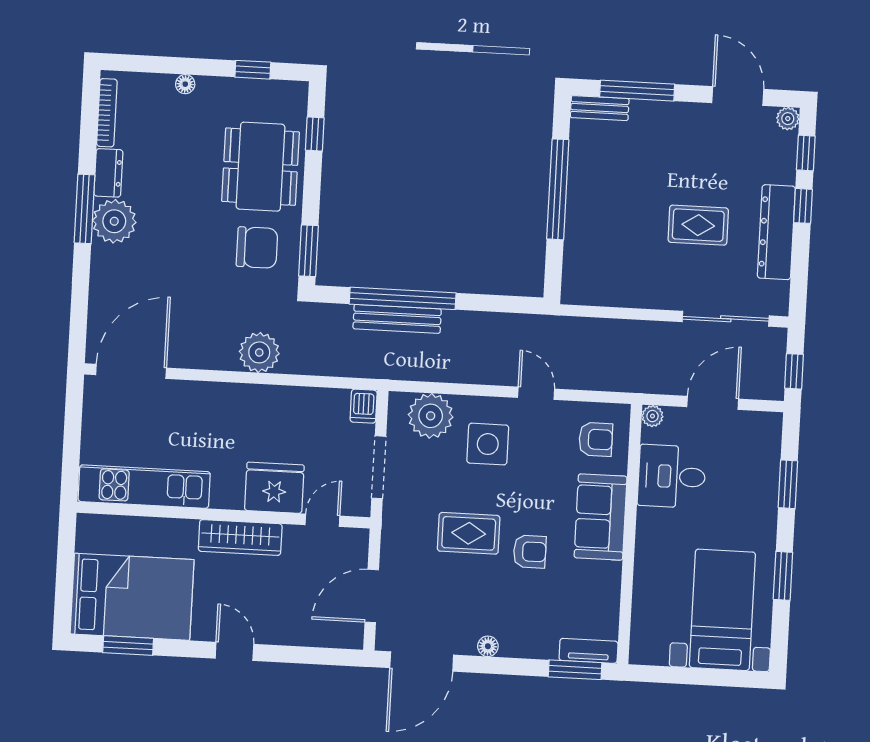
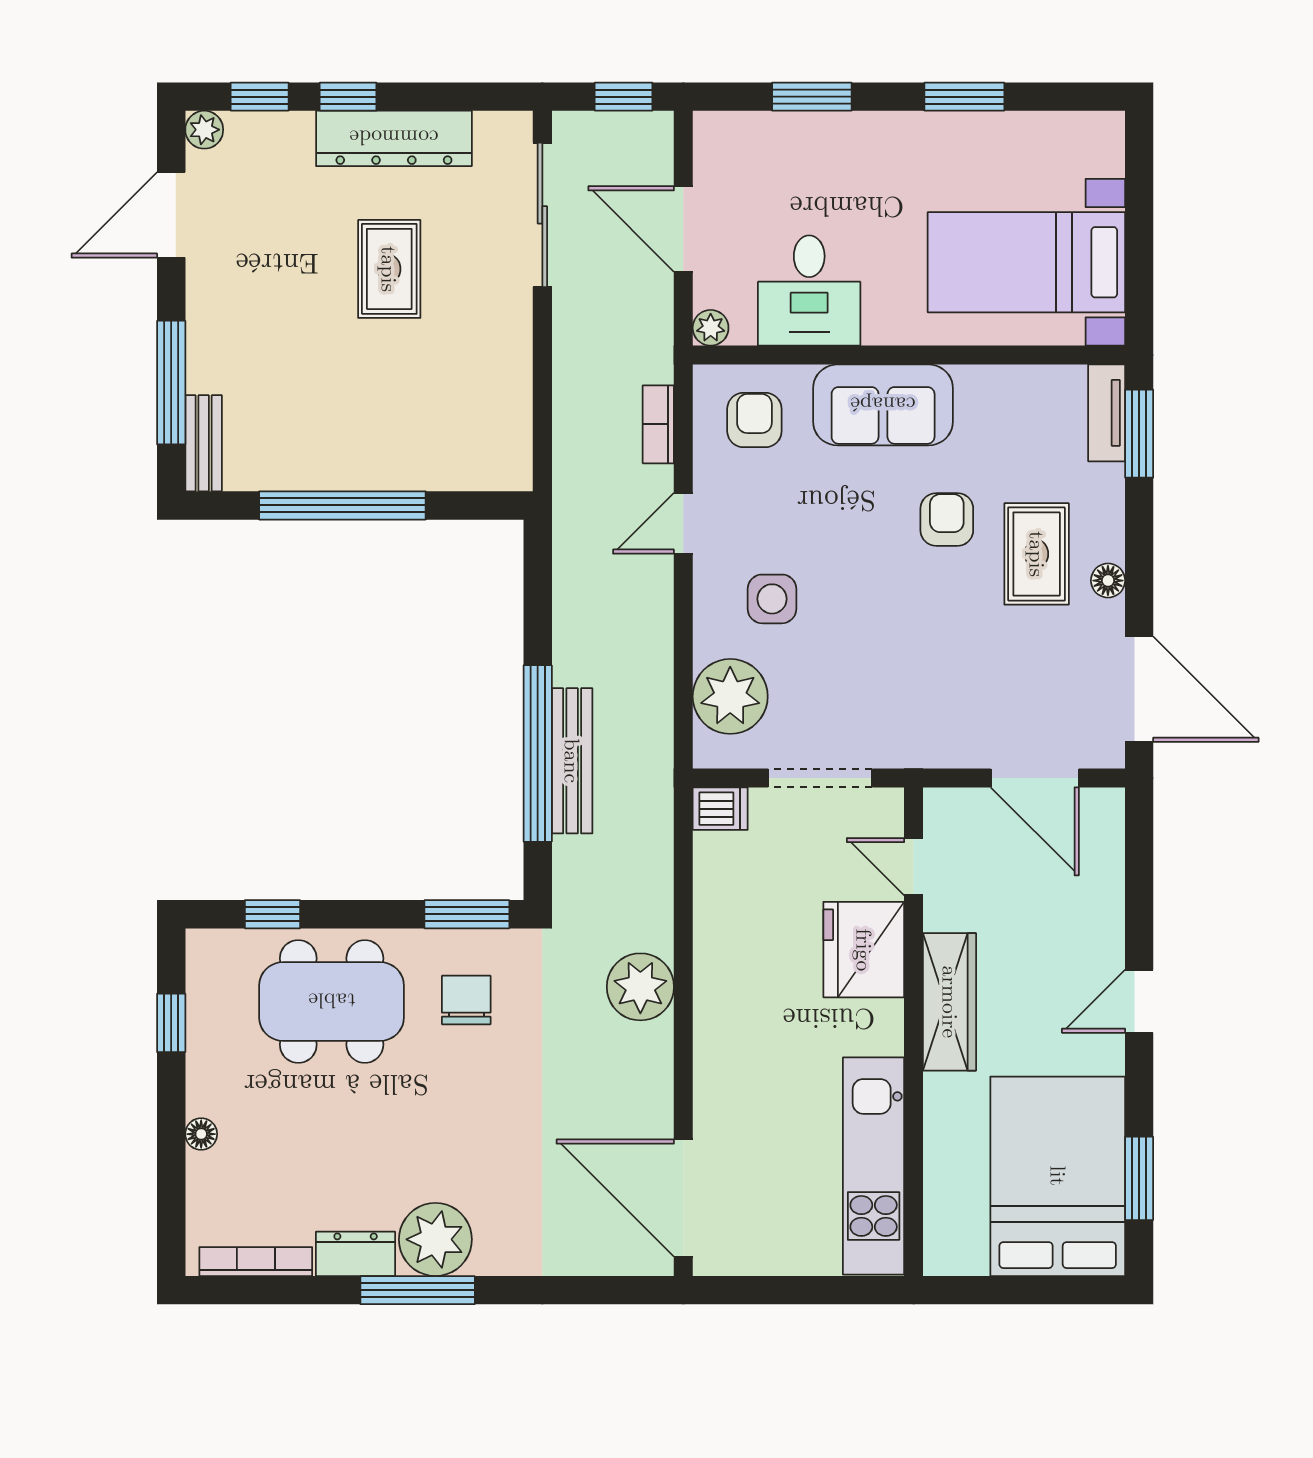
chair: (257, 248) -> (466, 1000), width x0.73, depth x0.73
bookcase: (596, 382) -> (658, 424), added
side table: (488, 444) -> (772, 599), width x0.73, depth x0.73
rug: (469, 533) -> (1037, 554), moved
bed with nightstands: (722, 610) -> (1026, 262), moved

